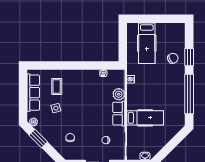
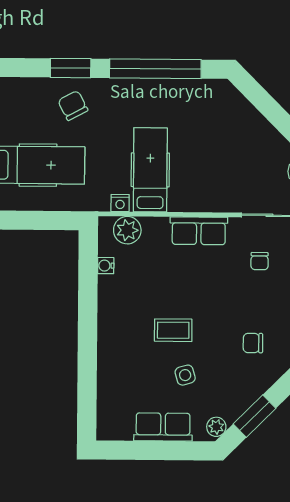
coffee table: (57, 87) -> (173, 330), moved
row of seats: (33, 93) -> (163, 427), width x0.68
plant: (119, 94) -> (127, 230), moved
hospital bed: (145, 118) -> (150, 170), moved

